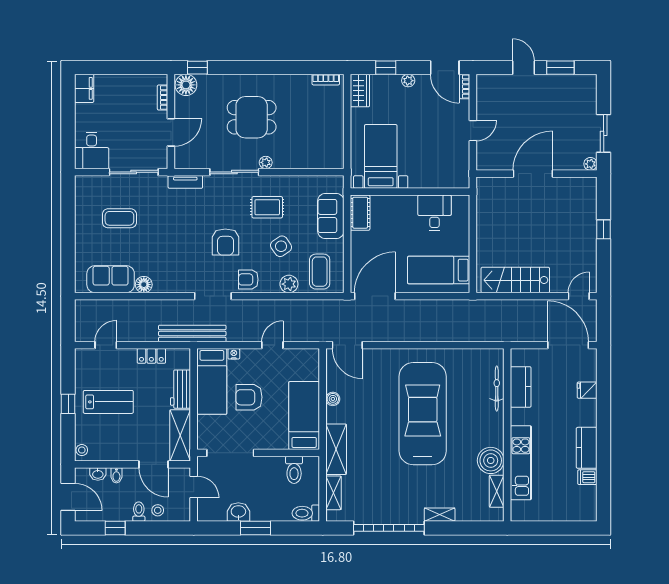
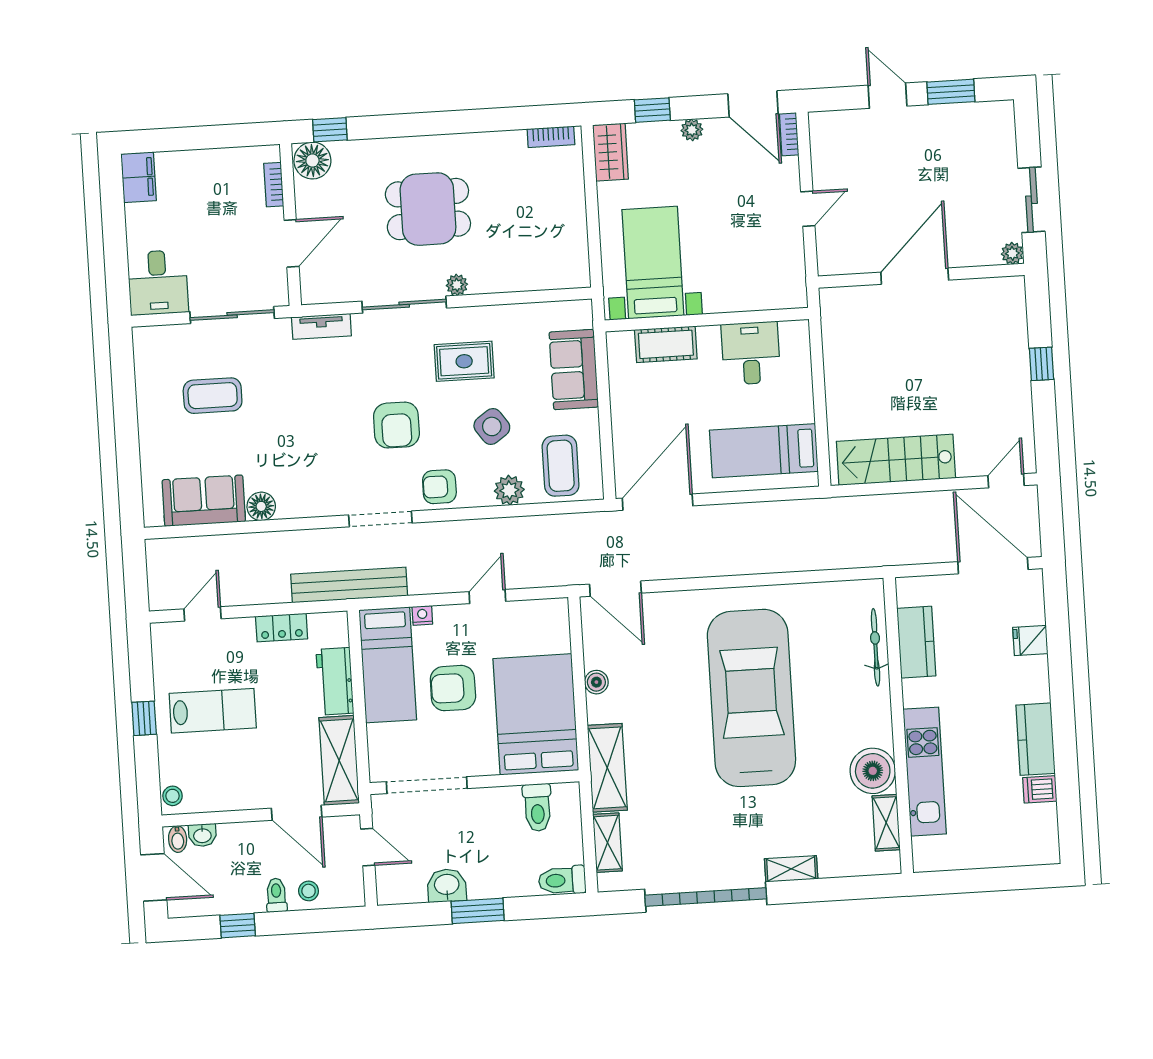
cot: (360, 213) -> (666, 344), moved, turned 90
bed: (304, 416) -> (536, 714), width x1.50
bidet: (116, 475) -> (178, 839), moved

